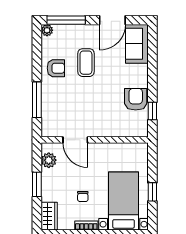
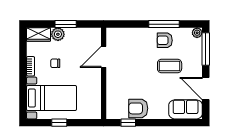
armchair: (56, 68) -> (165, 40), turned 90
armchair: (136, 99) -> (138, 108), turned 180
window: (37, 100) -> (164, 24), moved
plant: (49, 160) -> (58, 34), moved

